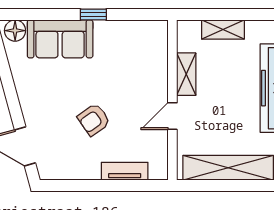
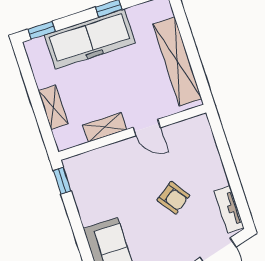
window: (93, 15) -> (62, 181), moved
tv unit: (125, 171) -> (229, 209), moved

